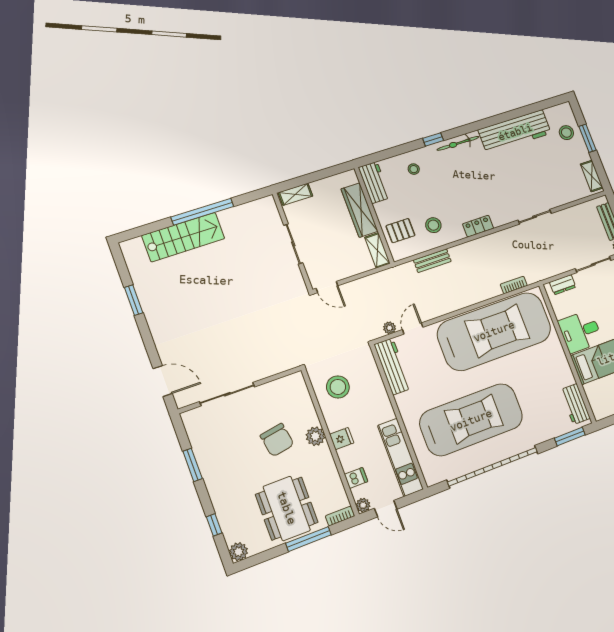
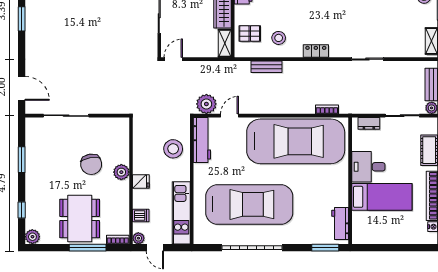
door: (327, 287) -> (173, 59), swing flipped
plant: (389, 328) -> (206, 104), width x1.88, depth x1.88
stool: (338, 387) -> (173, 149), moved
garage door: (493, 467) -> (252, 248), width x0.73

